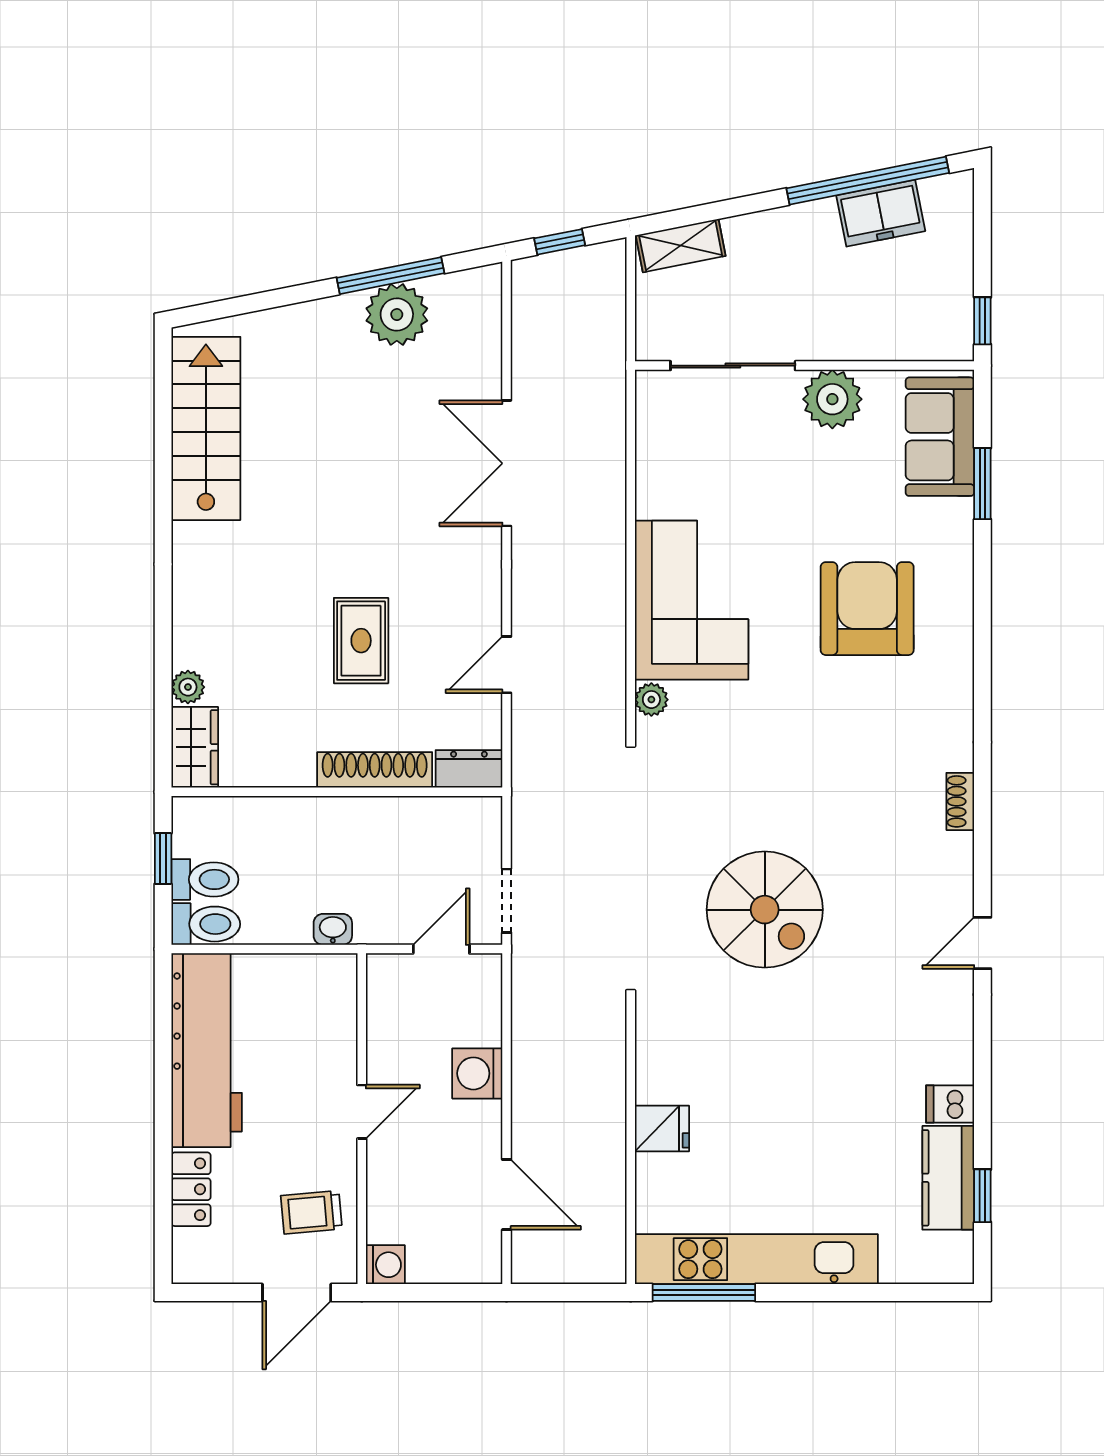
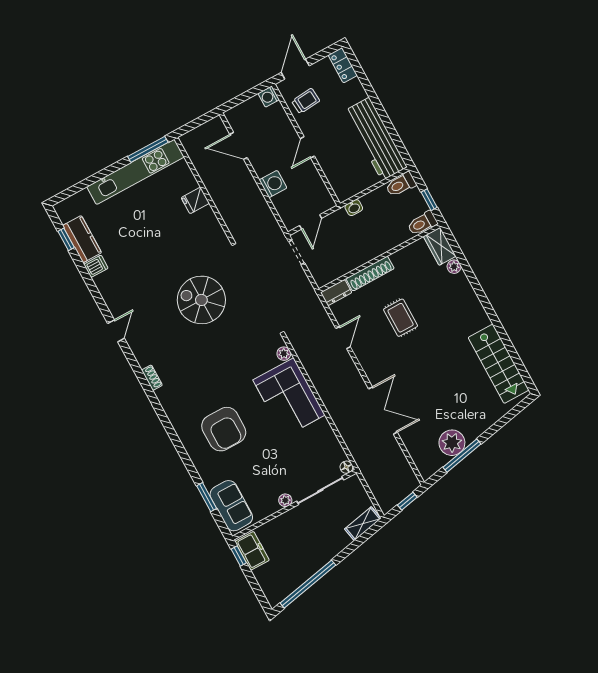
freezer: (881, 213) -> (252, 551), moved, turned 101
floor lamp: (650, 385) -> (346, 467), added
plant: (832, 399) -> (285, 500), width x0.53, depth x0.53
toilet: (205, 879) -> (422, 223), moved
locker: (191, 1189) -> (343, 65), moved

